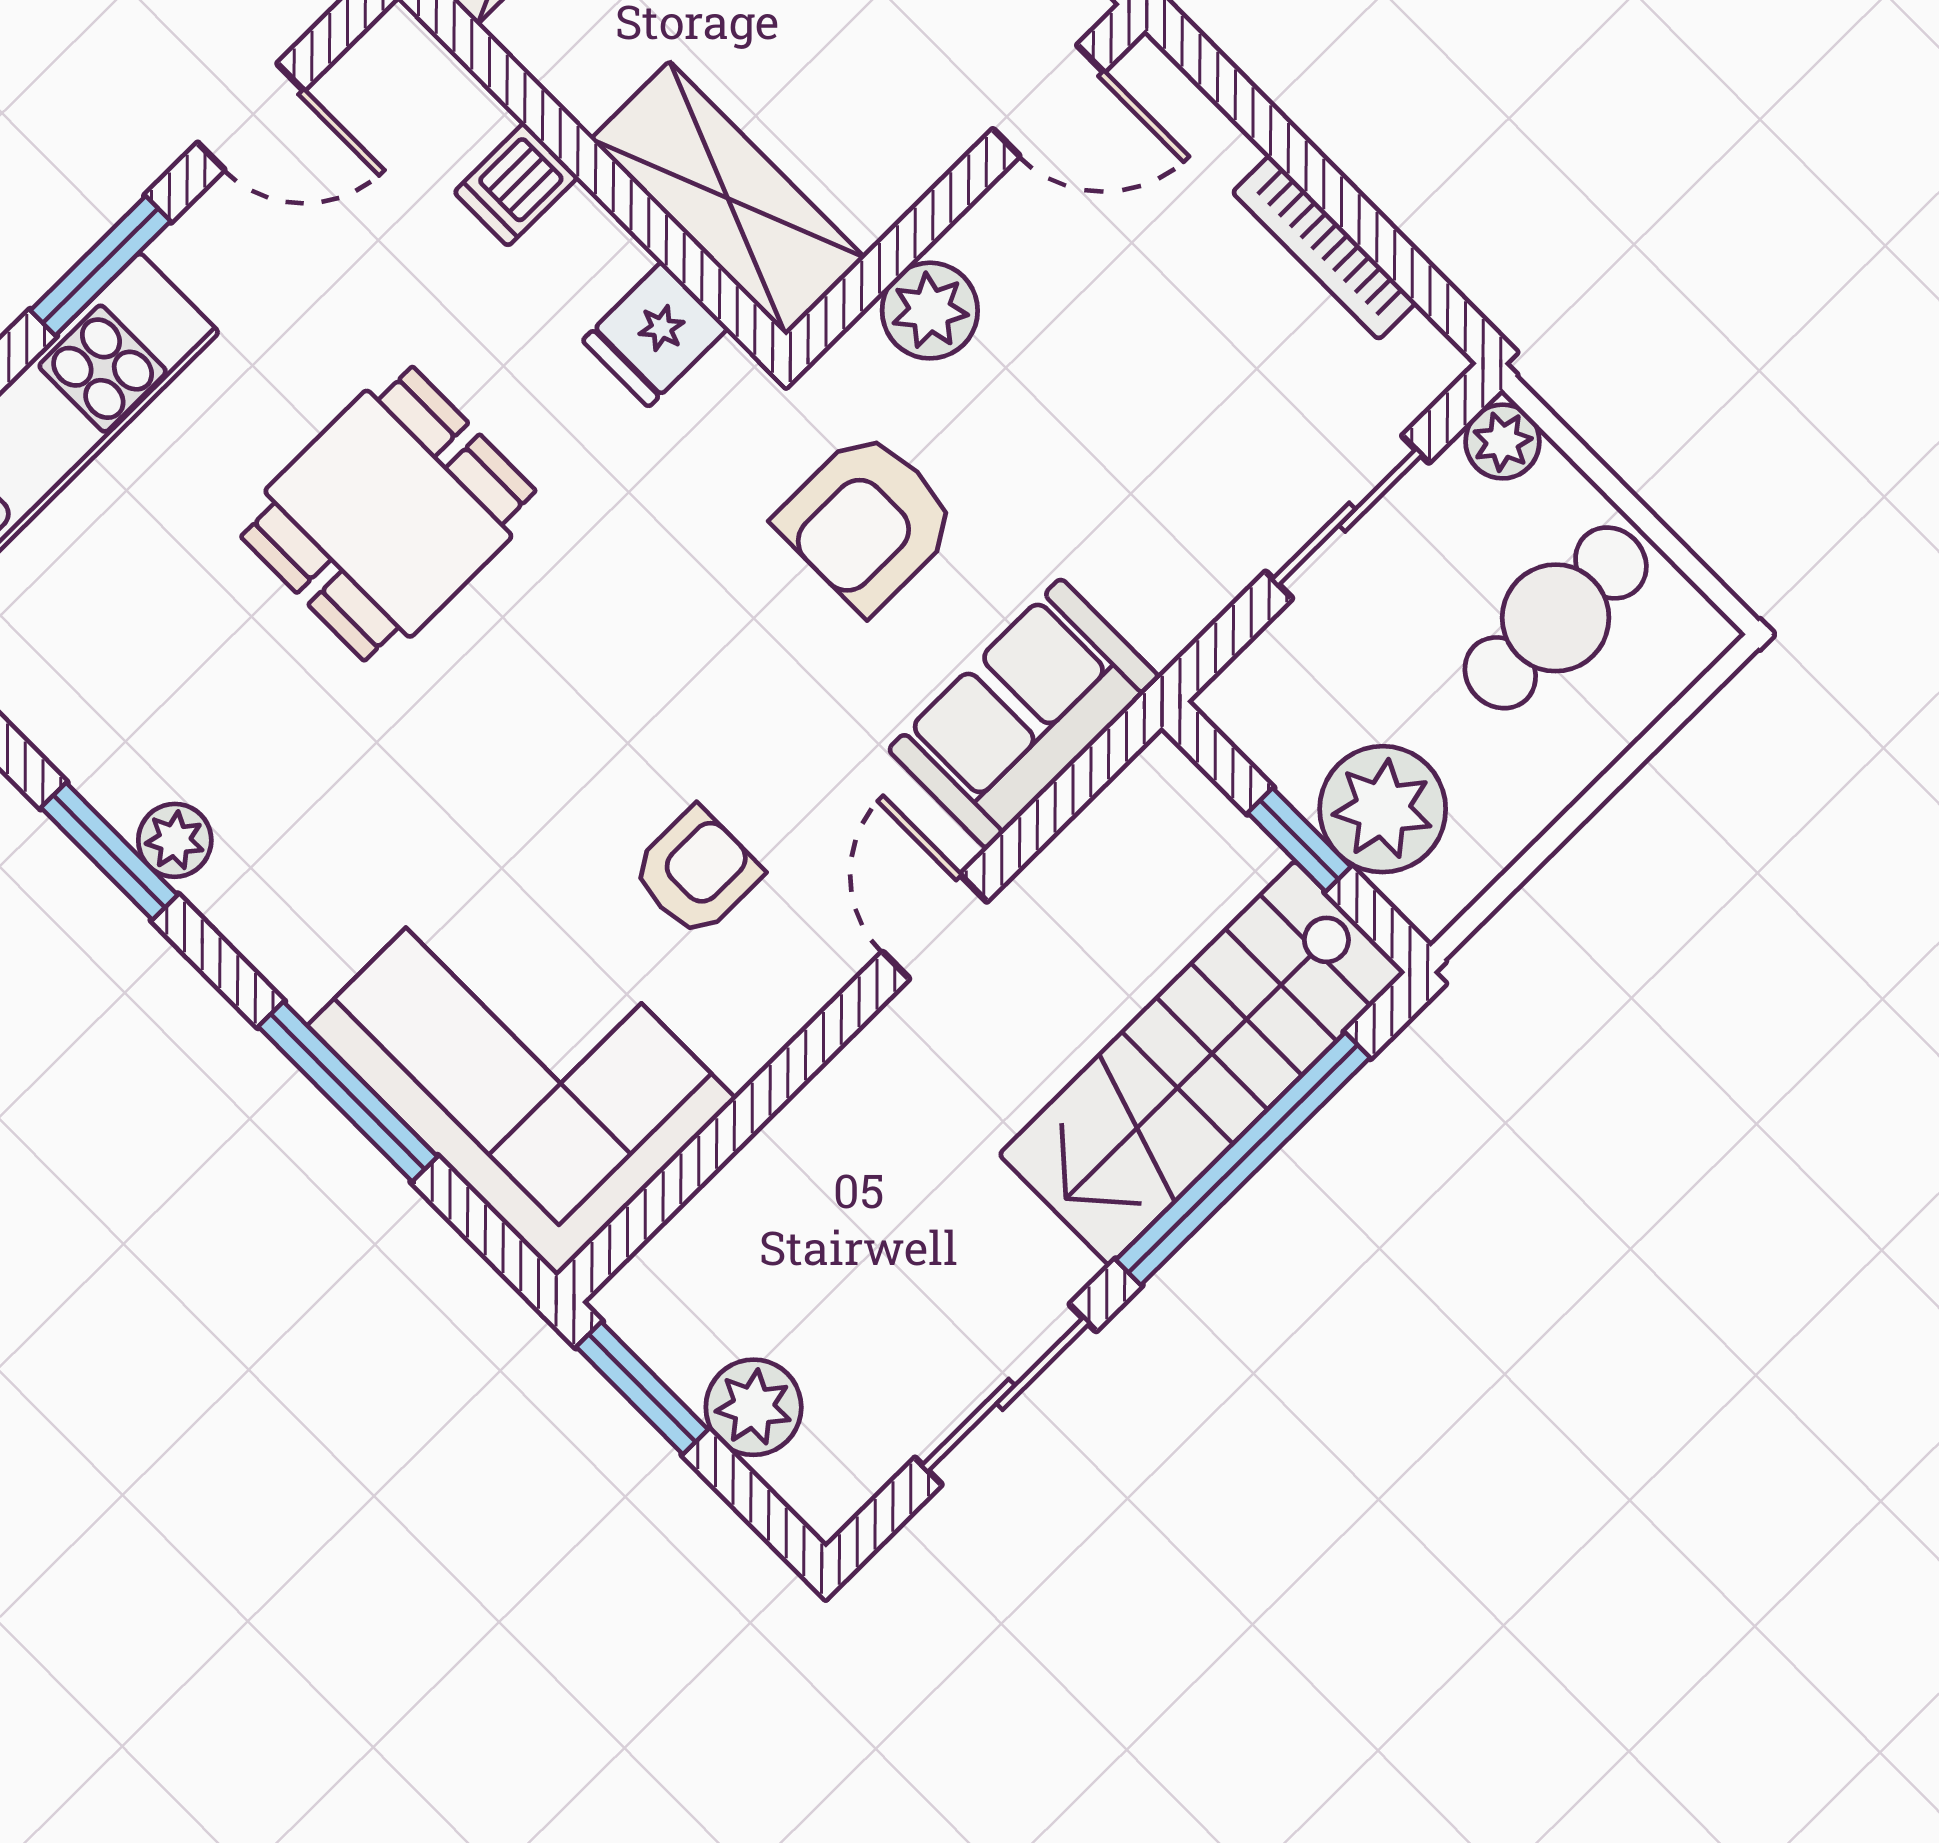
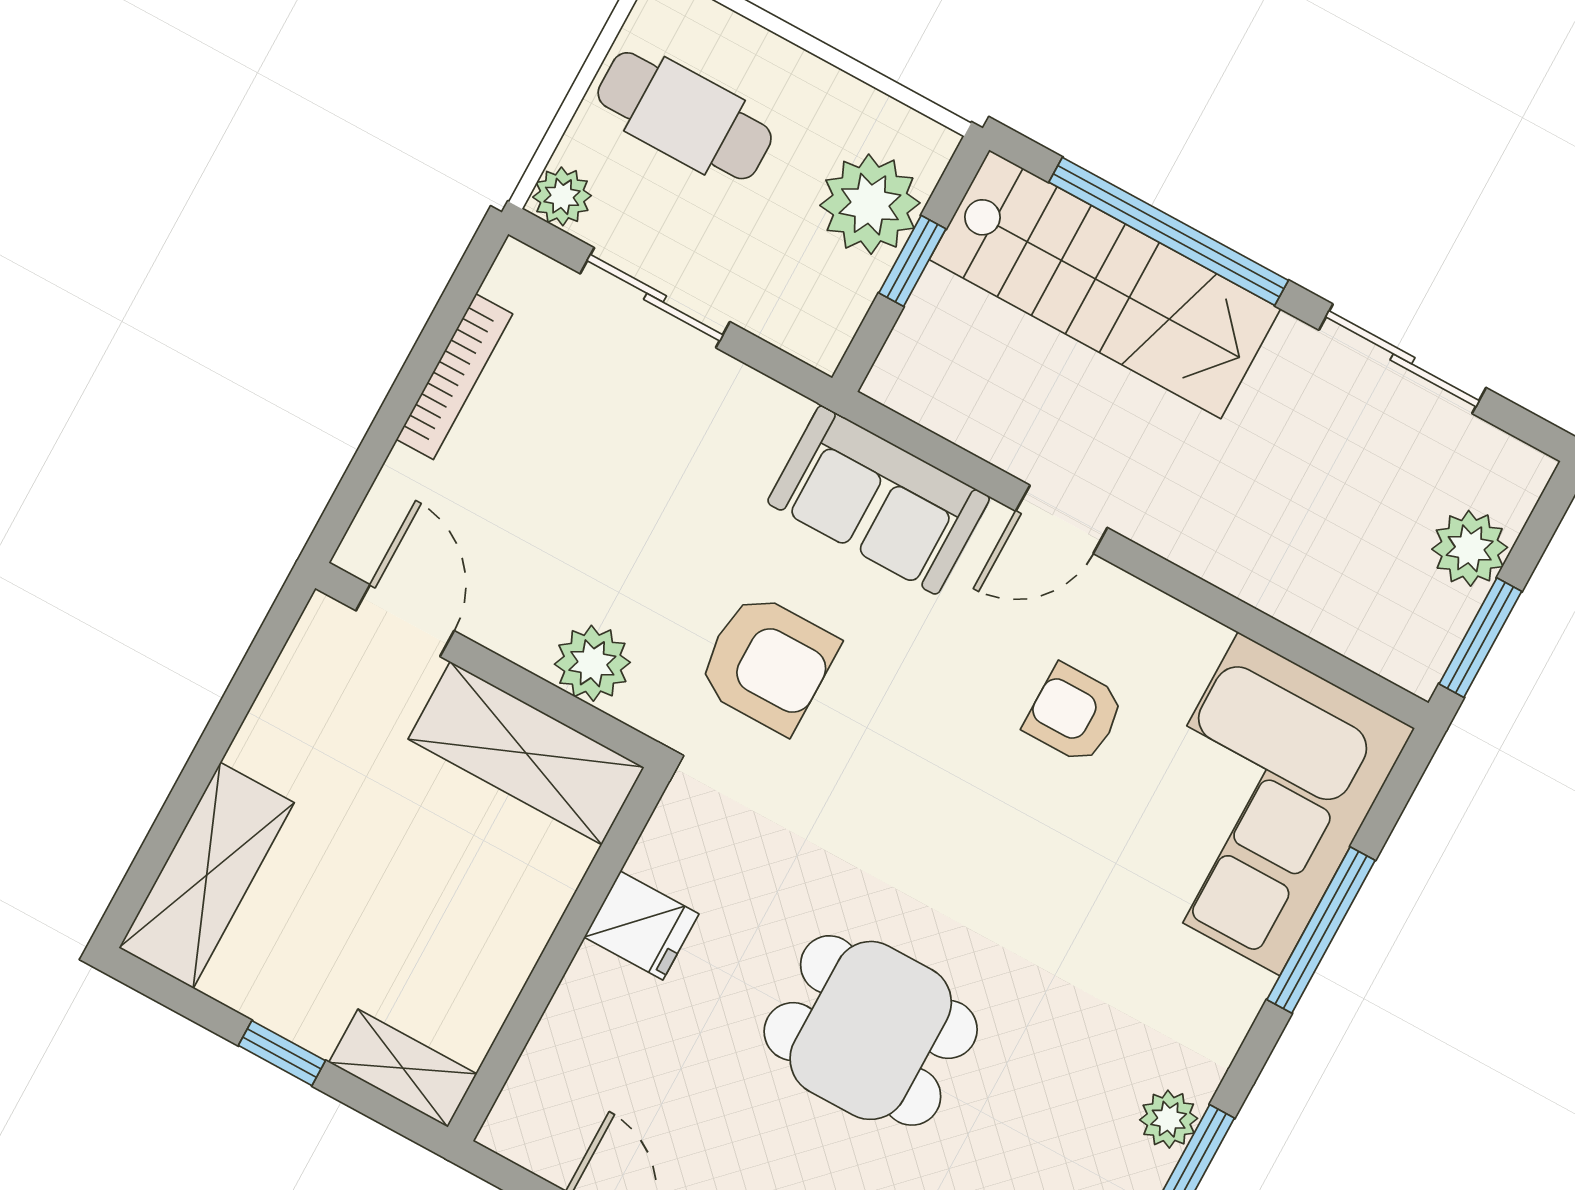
dishwasher: (516, 185) -> (590, 1008), removed
shelving: (728, 198) -> (526, 753), moved, turned 90
fridge: (655, 334) -> (641, 925), moved

